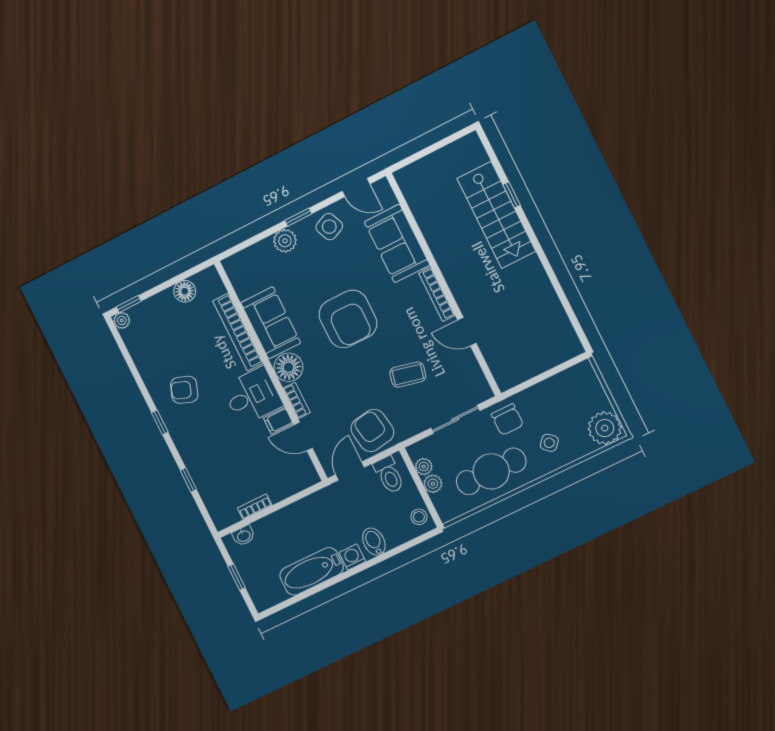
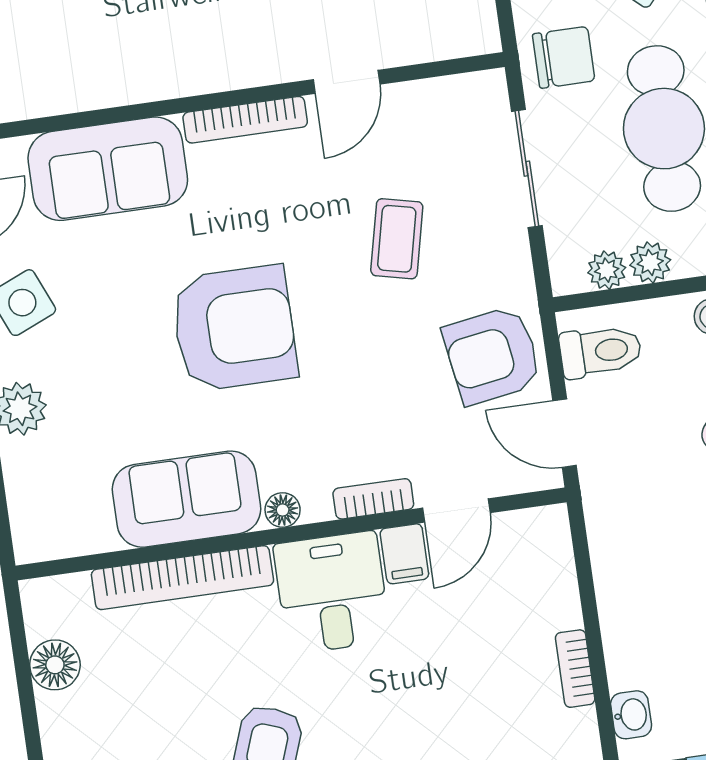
floor lamp: (288, 367) -> (283, 510), width x0.53, depth x0.53

